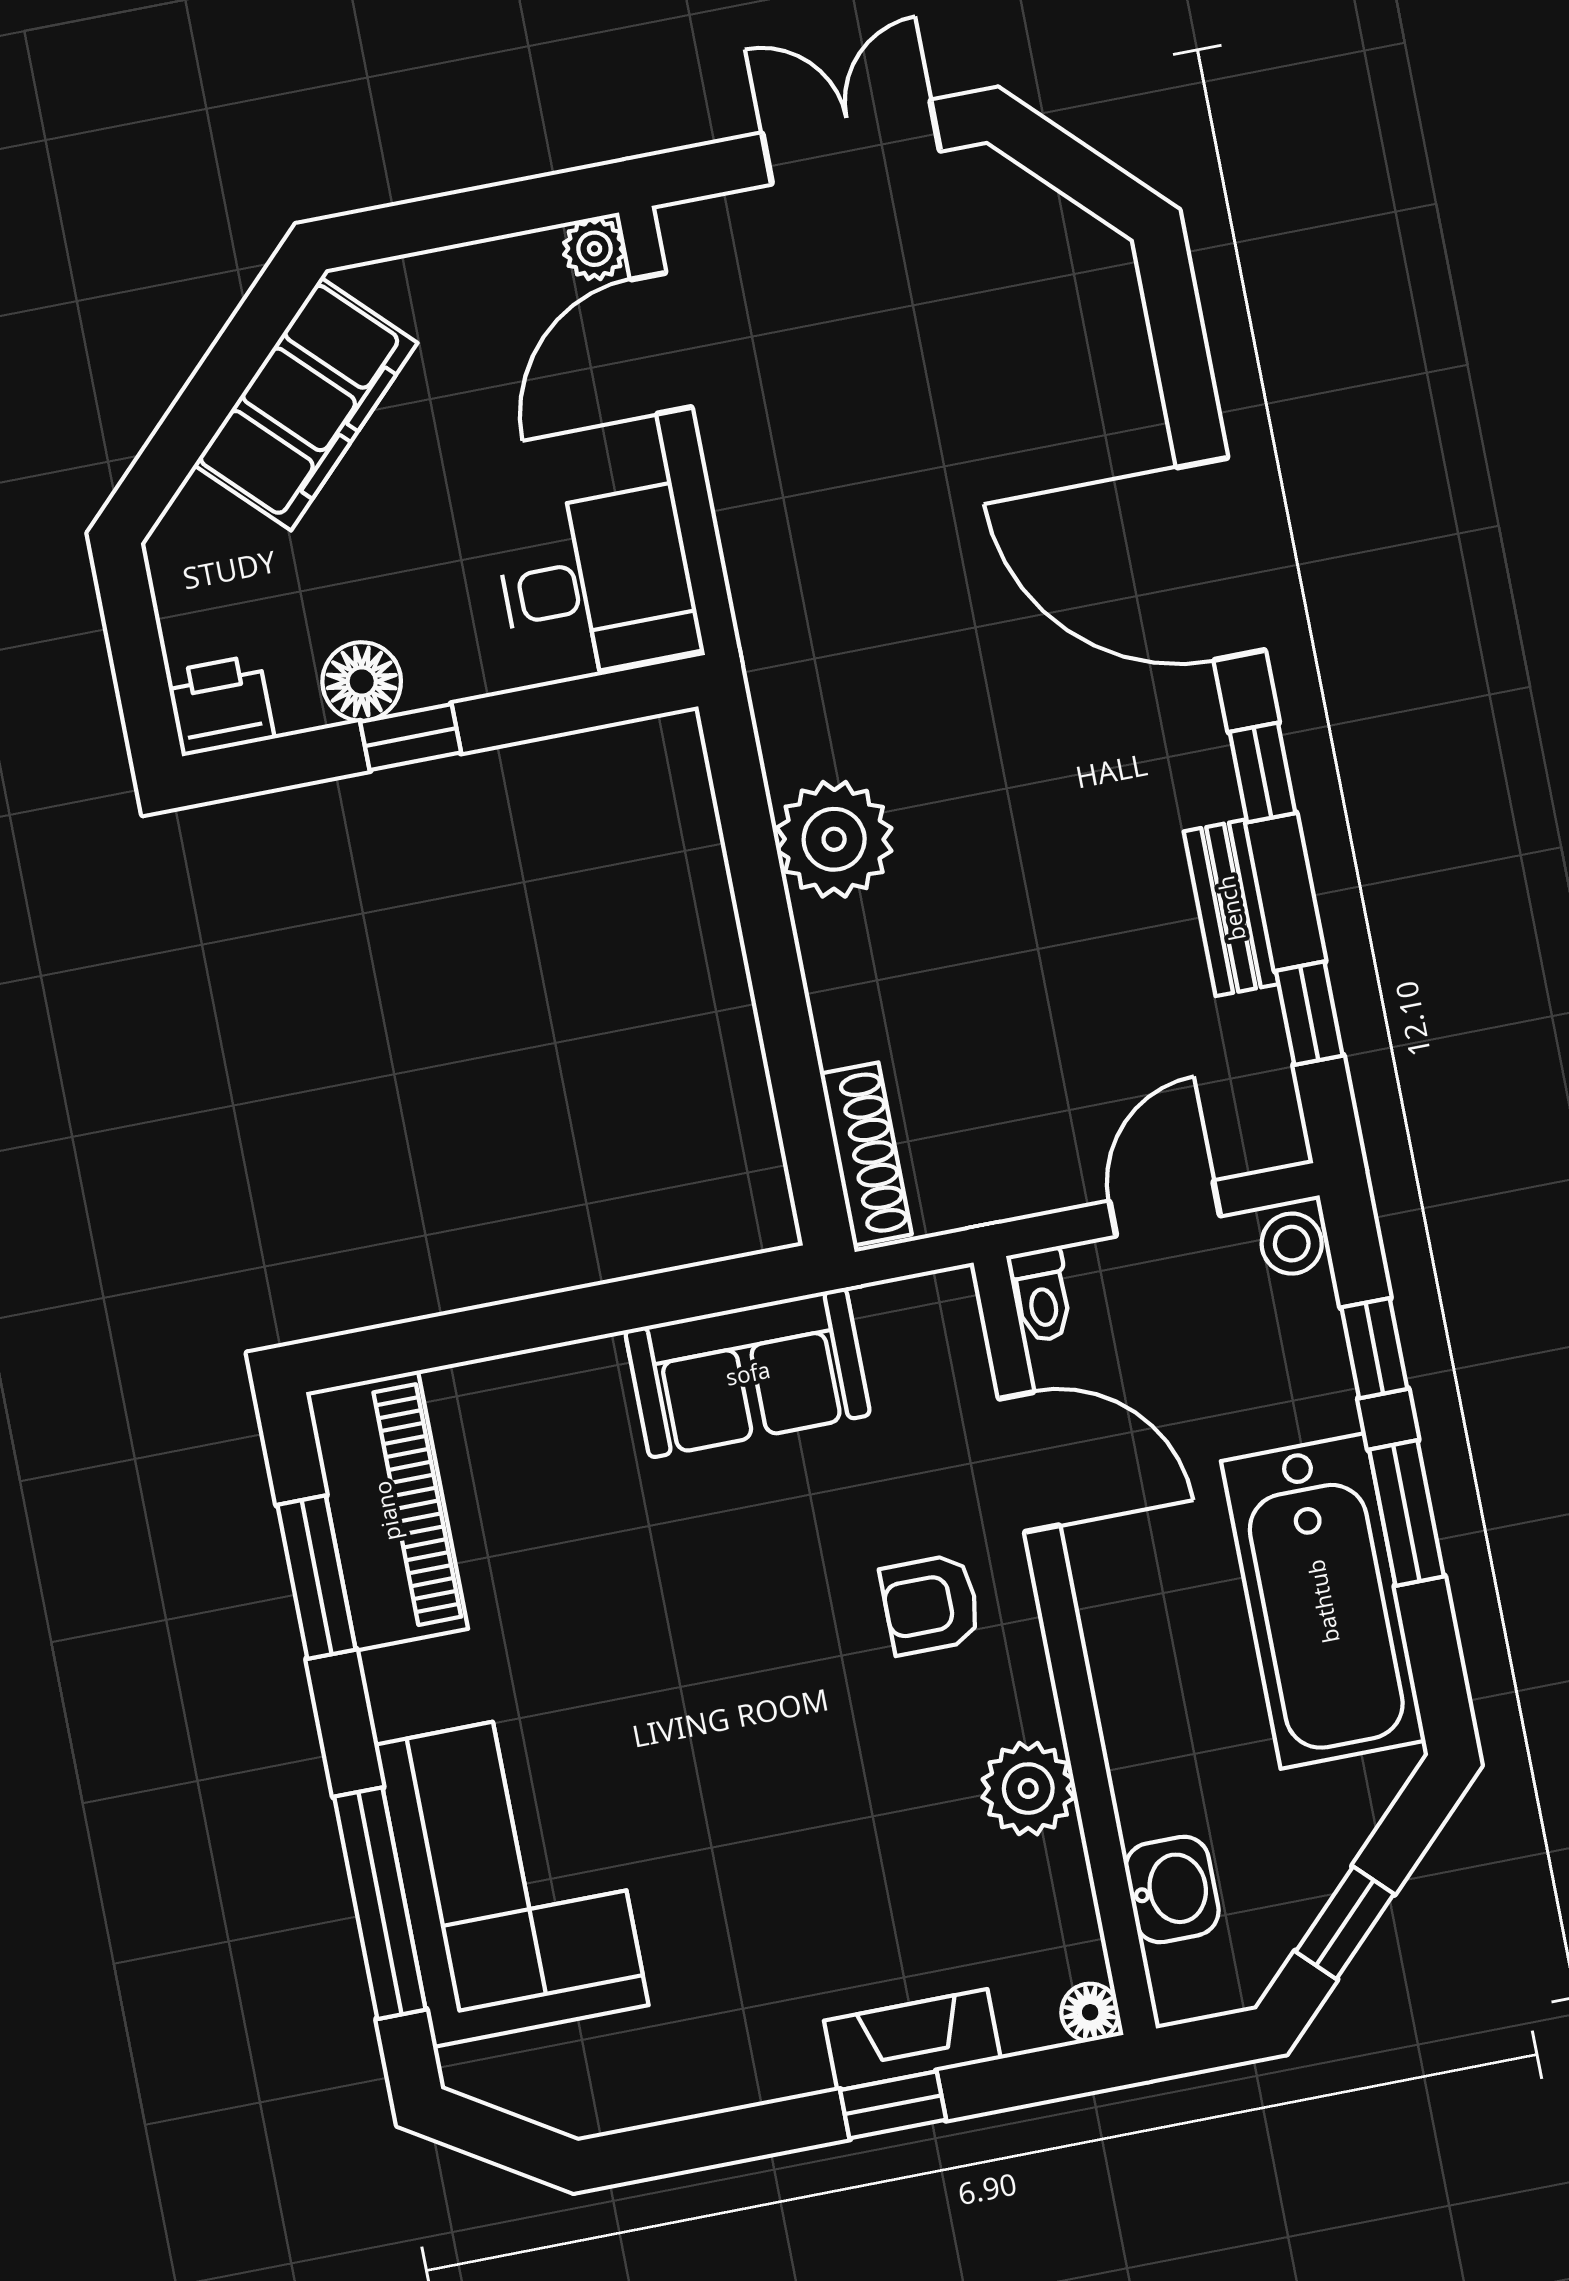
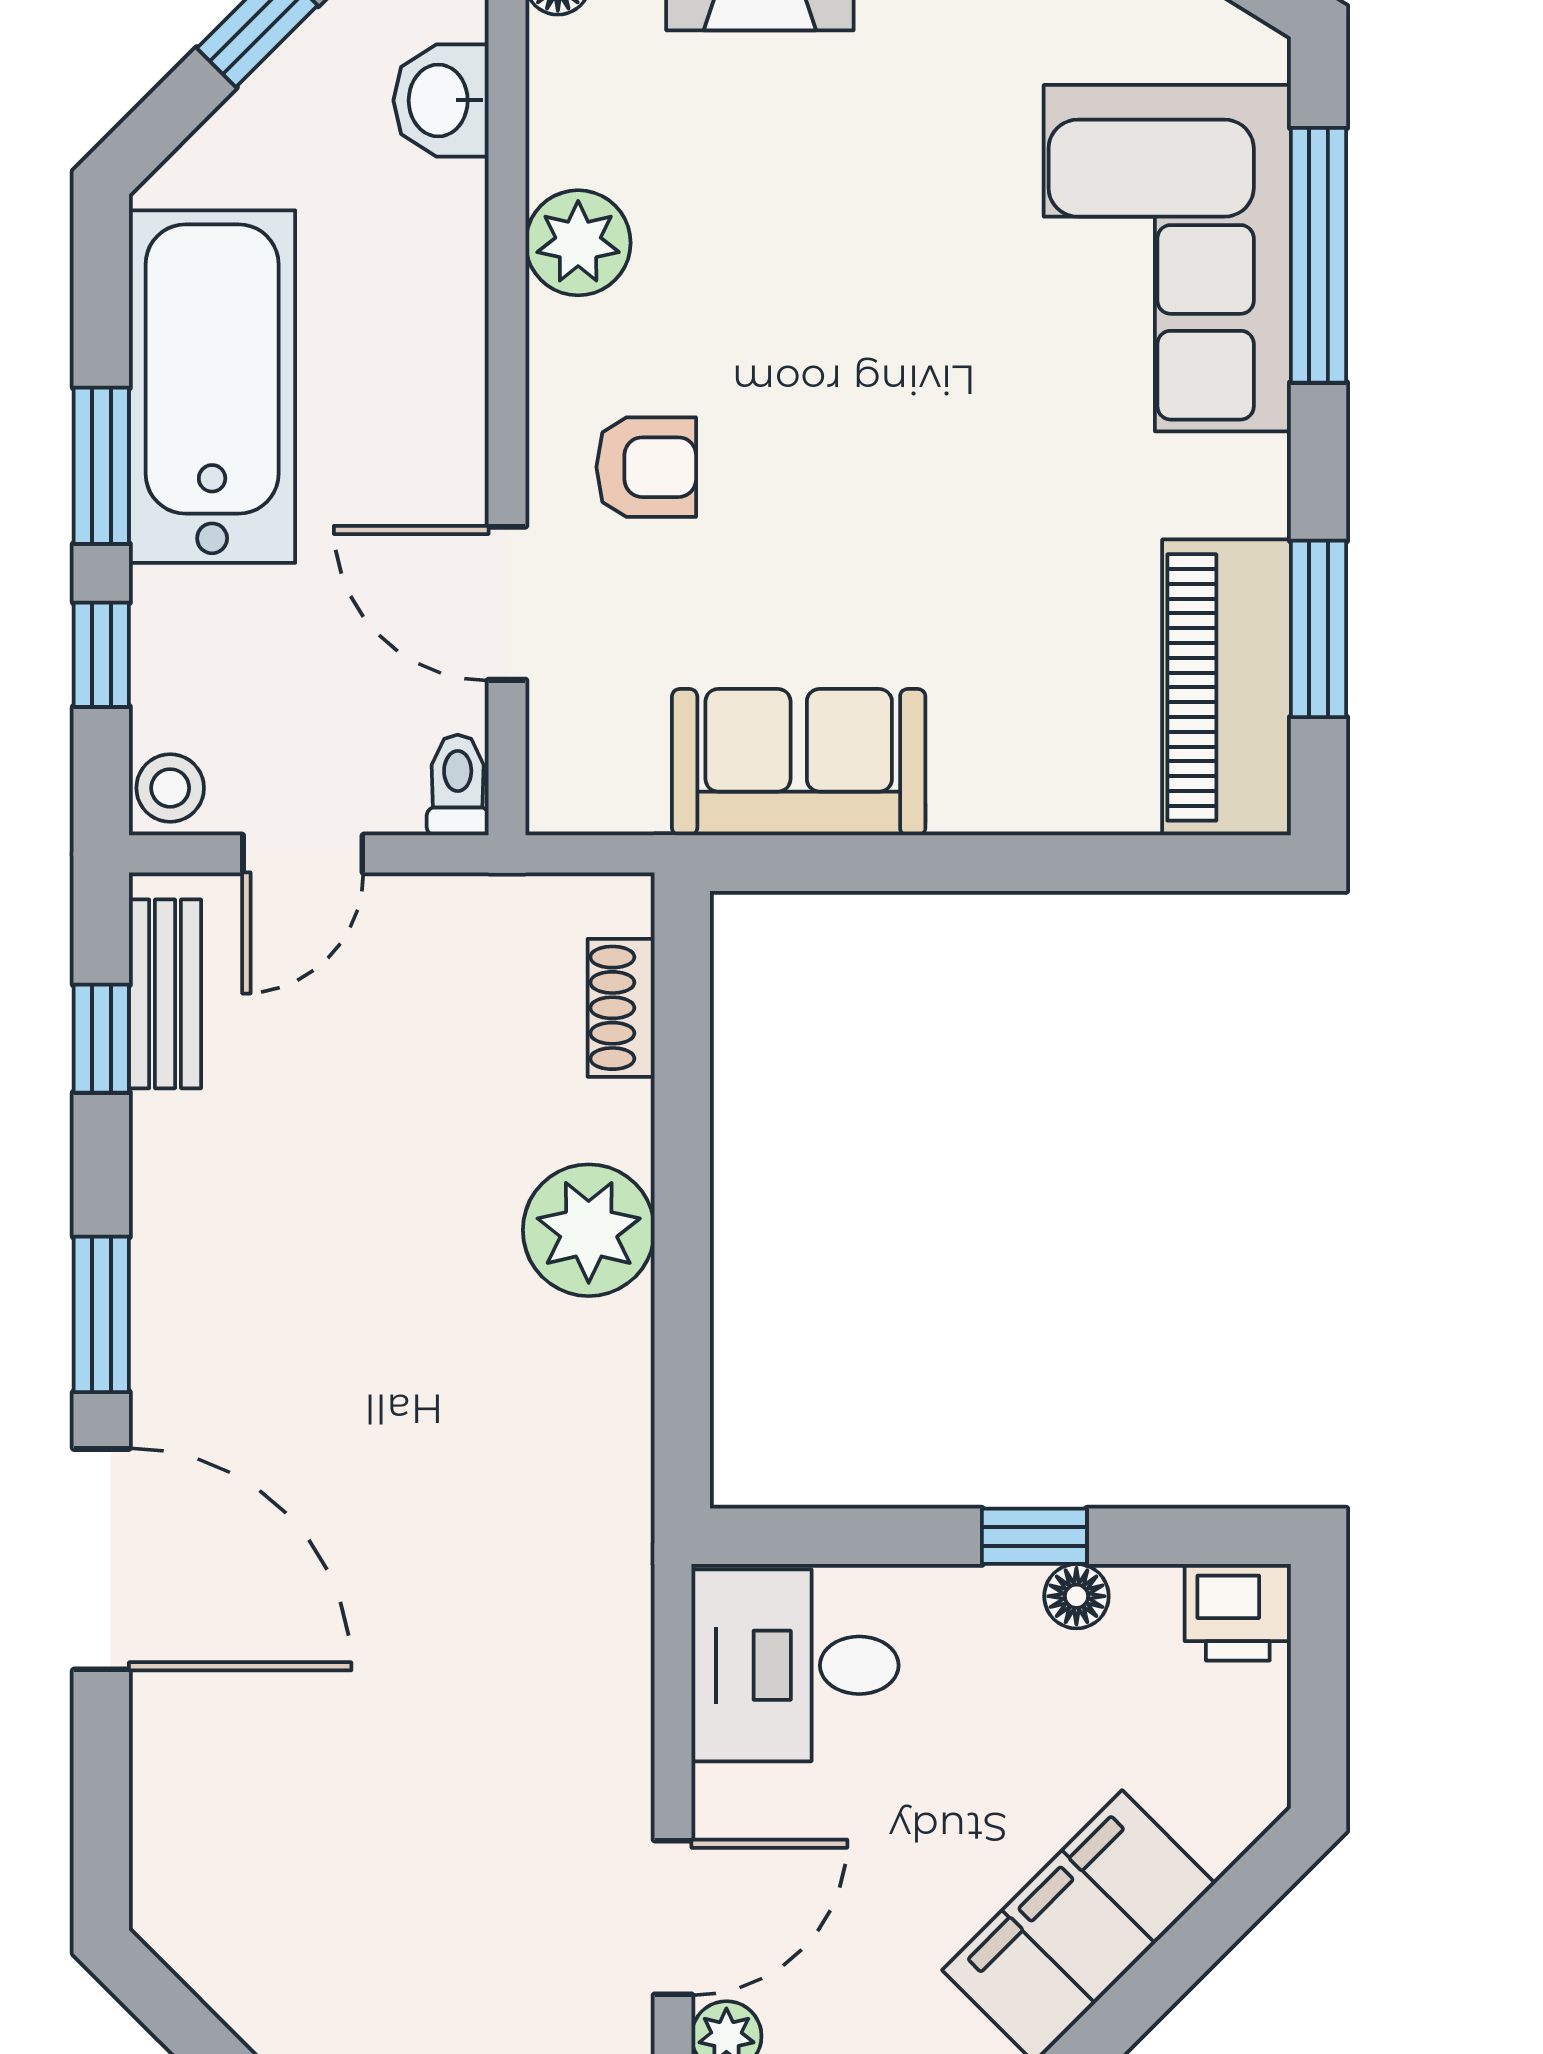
floor lamp: (362, 682) -> (1076, 1596), width x0.73, depth x0.73
window: (1262, 773) -> (101, 1314), width x1.50
plant: (834, 839) -> (589, 1230), moved
bench: (1231, 908) -> (165, 994), moved
shoe rack: (866, 1154) -> (621, 1008), width x0.70

